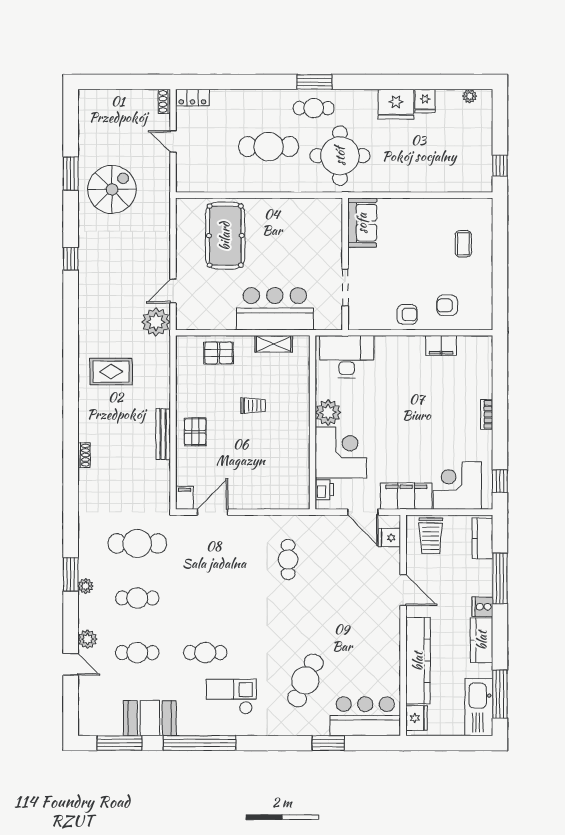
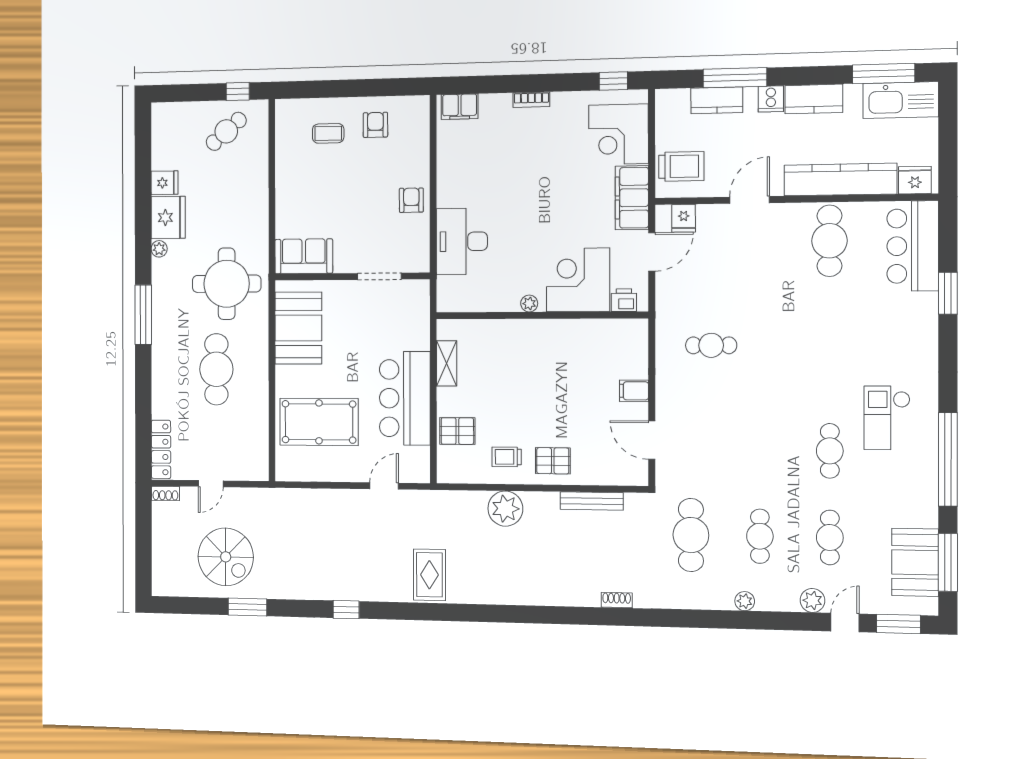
window: (314, 82) -> (143, 315), width x1.44
plant: (470, 96) -> (159, 249), moved
locker: (192, 98) -> (161, 449), width x1.53
cafe table: (314, 108) -> (226, 131), moved, turned 50
spiral stairs: (112, 189) -> (226, 557), moved, turned 180
booth: (303, 218) -> (298, 328), added
door: (173, 291) -> (384, 486), swing flipped
armchair: (447, 305) -> (375, 125), moved, turned 180
bar counter: (275, 309) -> (405, 398), moved
plant: (156, 322) -> (505, 509), moved
filing cabinet: (441, 346) -> (460, 107), moved, turned 90
pallet: (219, 353) -> (457, 431), turned 90
desk: (347, 357) -> (462, 241), moved
rug: (111, 372) -> (429, 575), moved
trolley: (253, 406) -> (507, 457), moved, turned -90
plant: (328, 413) -> (529, 303), width x0.53, depth x0.53
bench: (163, 434) -> (592, 501), moved
shoe rack: (84, 455) -> (617, 600), moved
filing cabinet: (184, 498) -> (634, 391), moved
kitchen counter: (482, 538) -> (717, 100), moved
window: (71, 574) -> (899, 624), moved
cafe table: (305, 680) -> (829, 241), moved, turned 65
booth: (150, 718) -> (915, 562), moved

